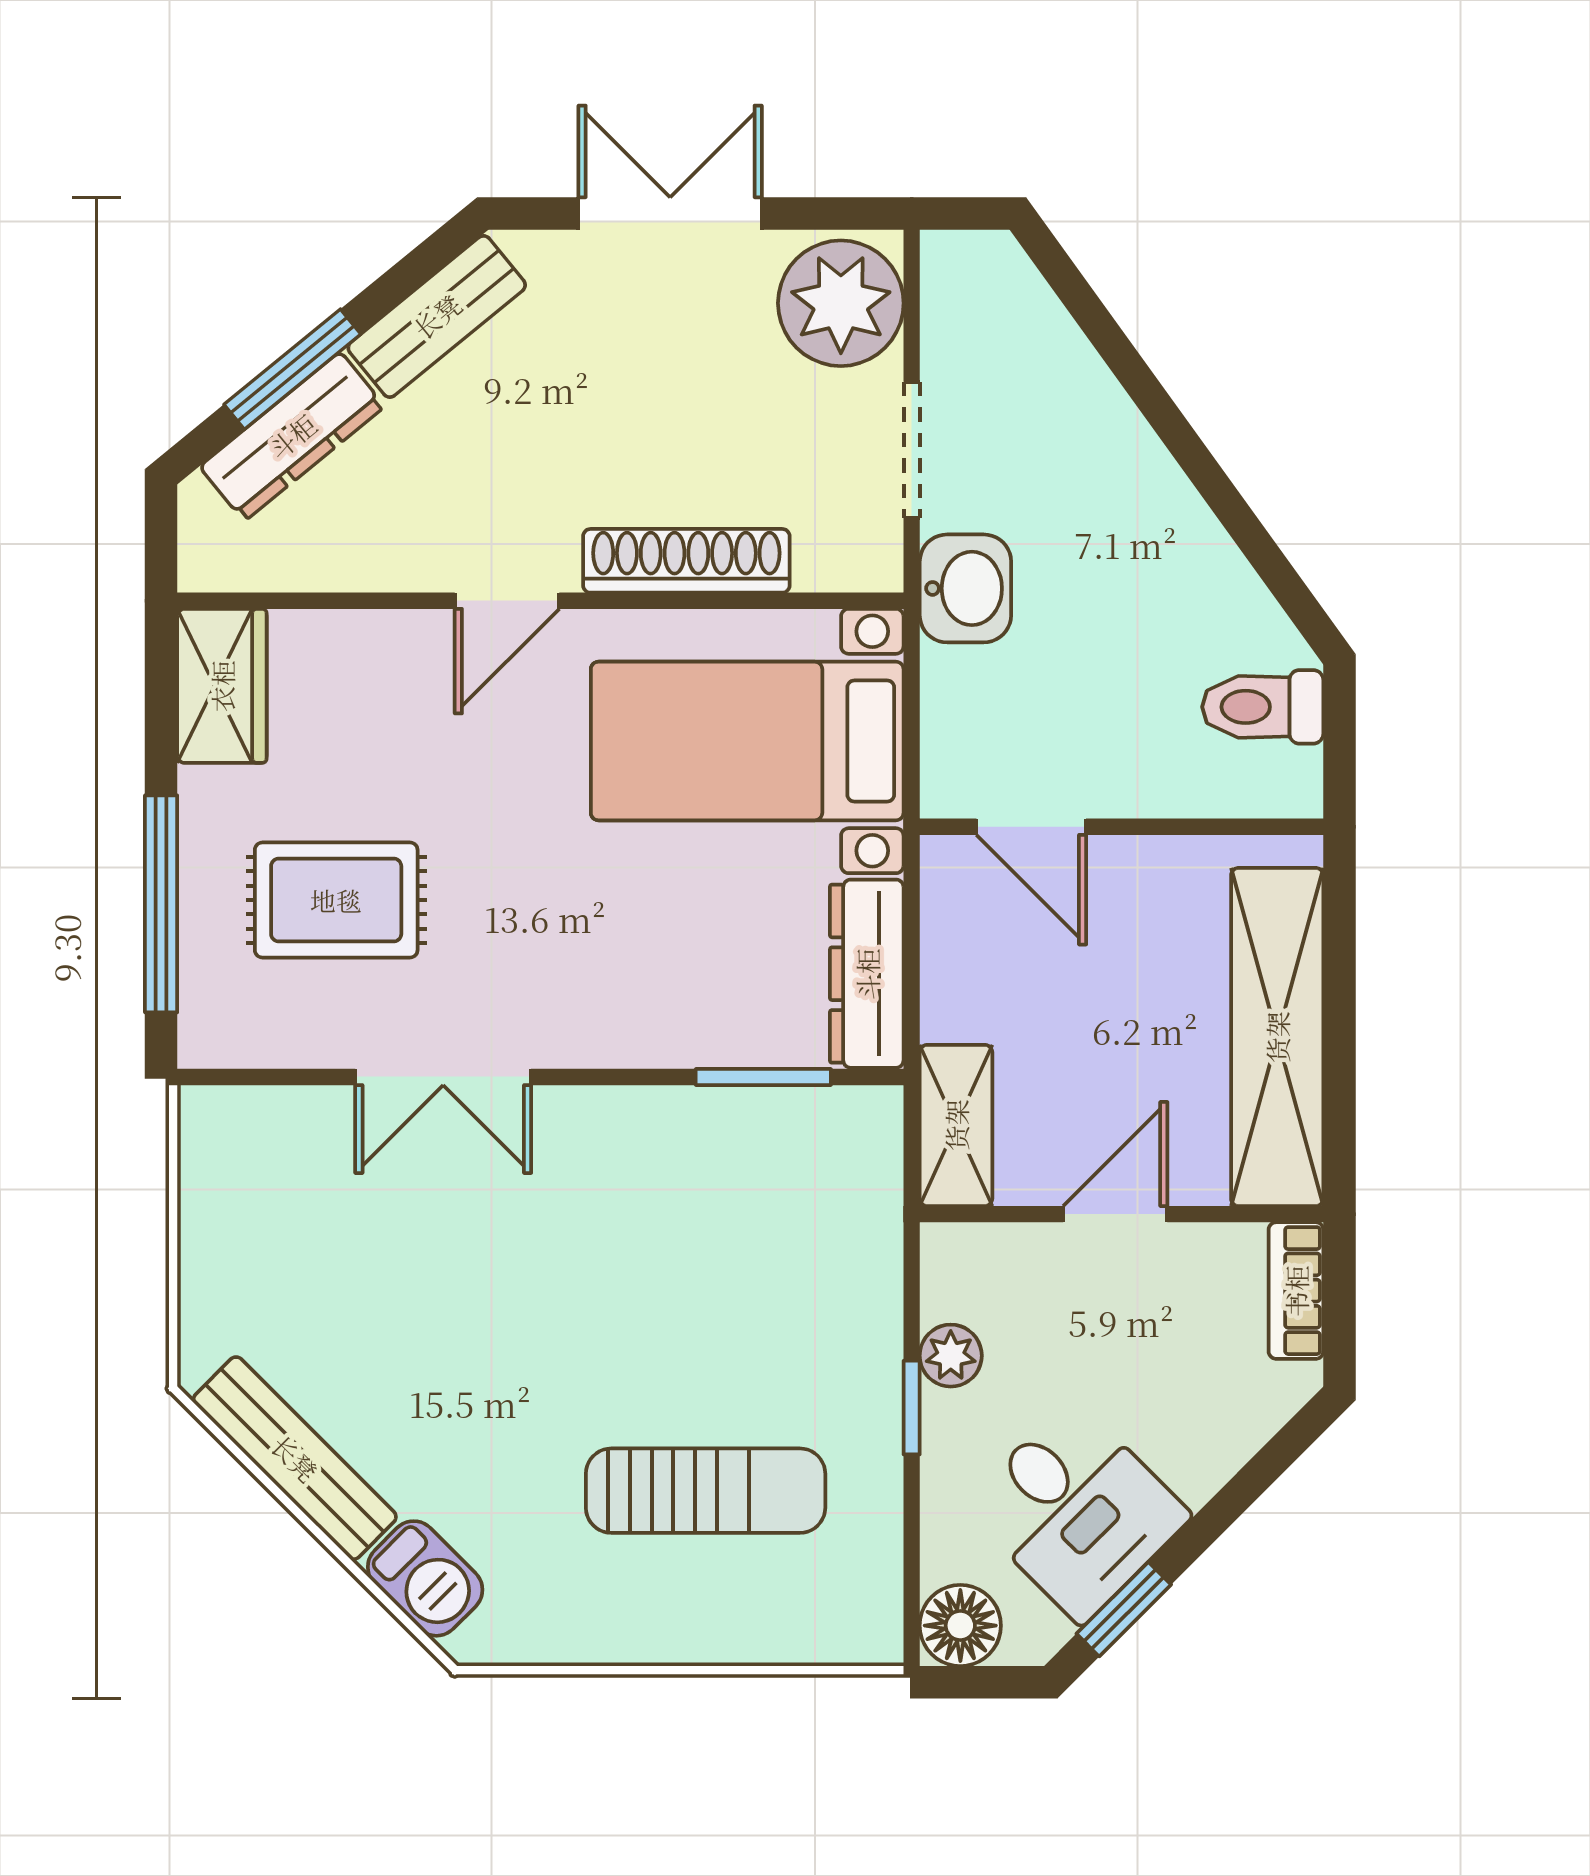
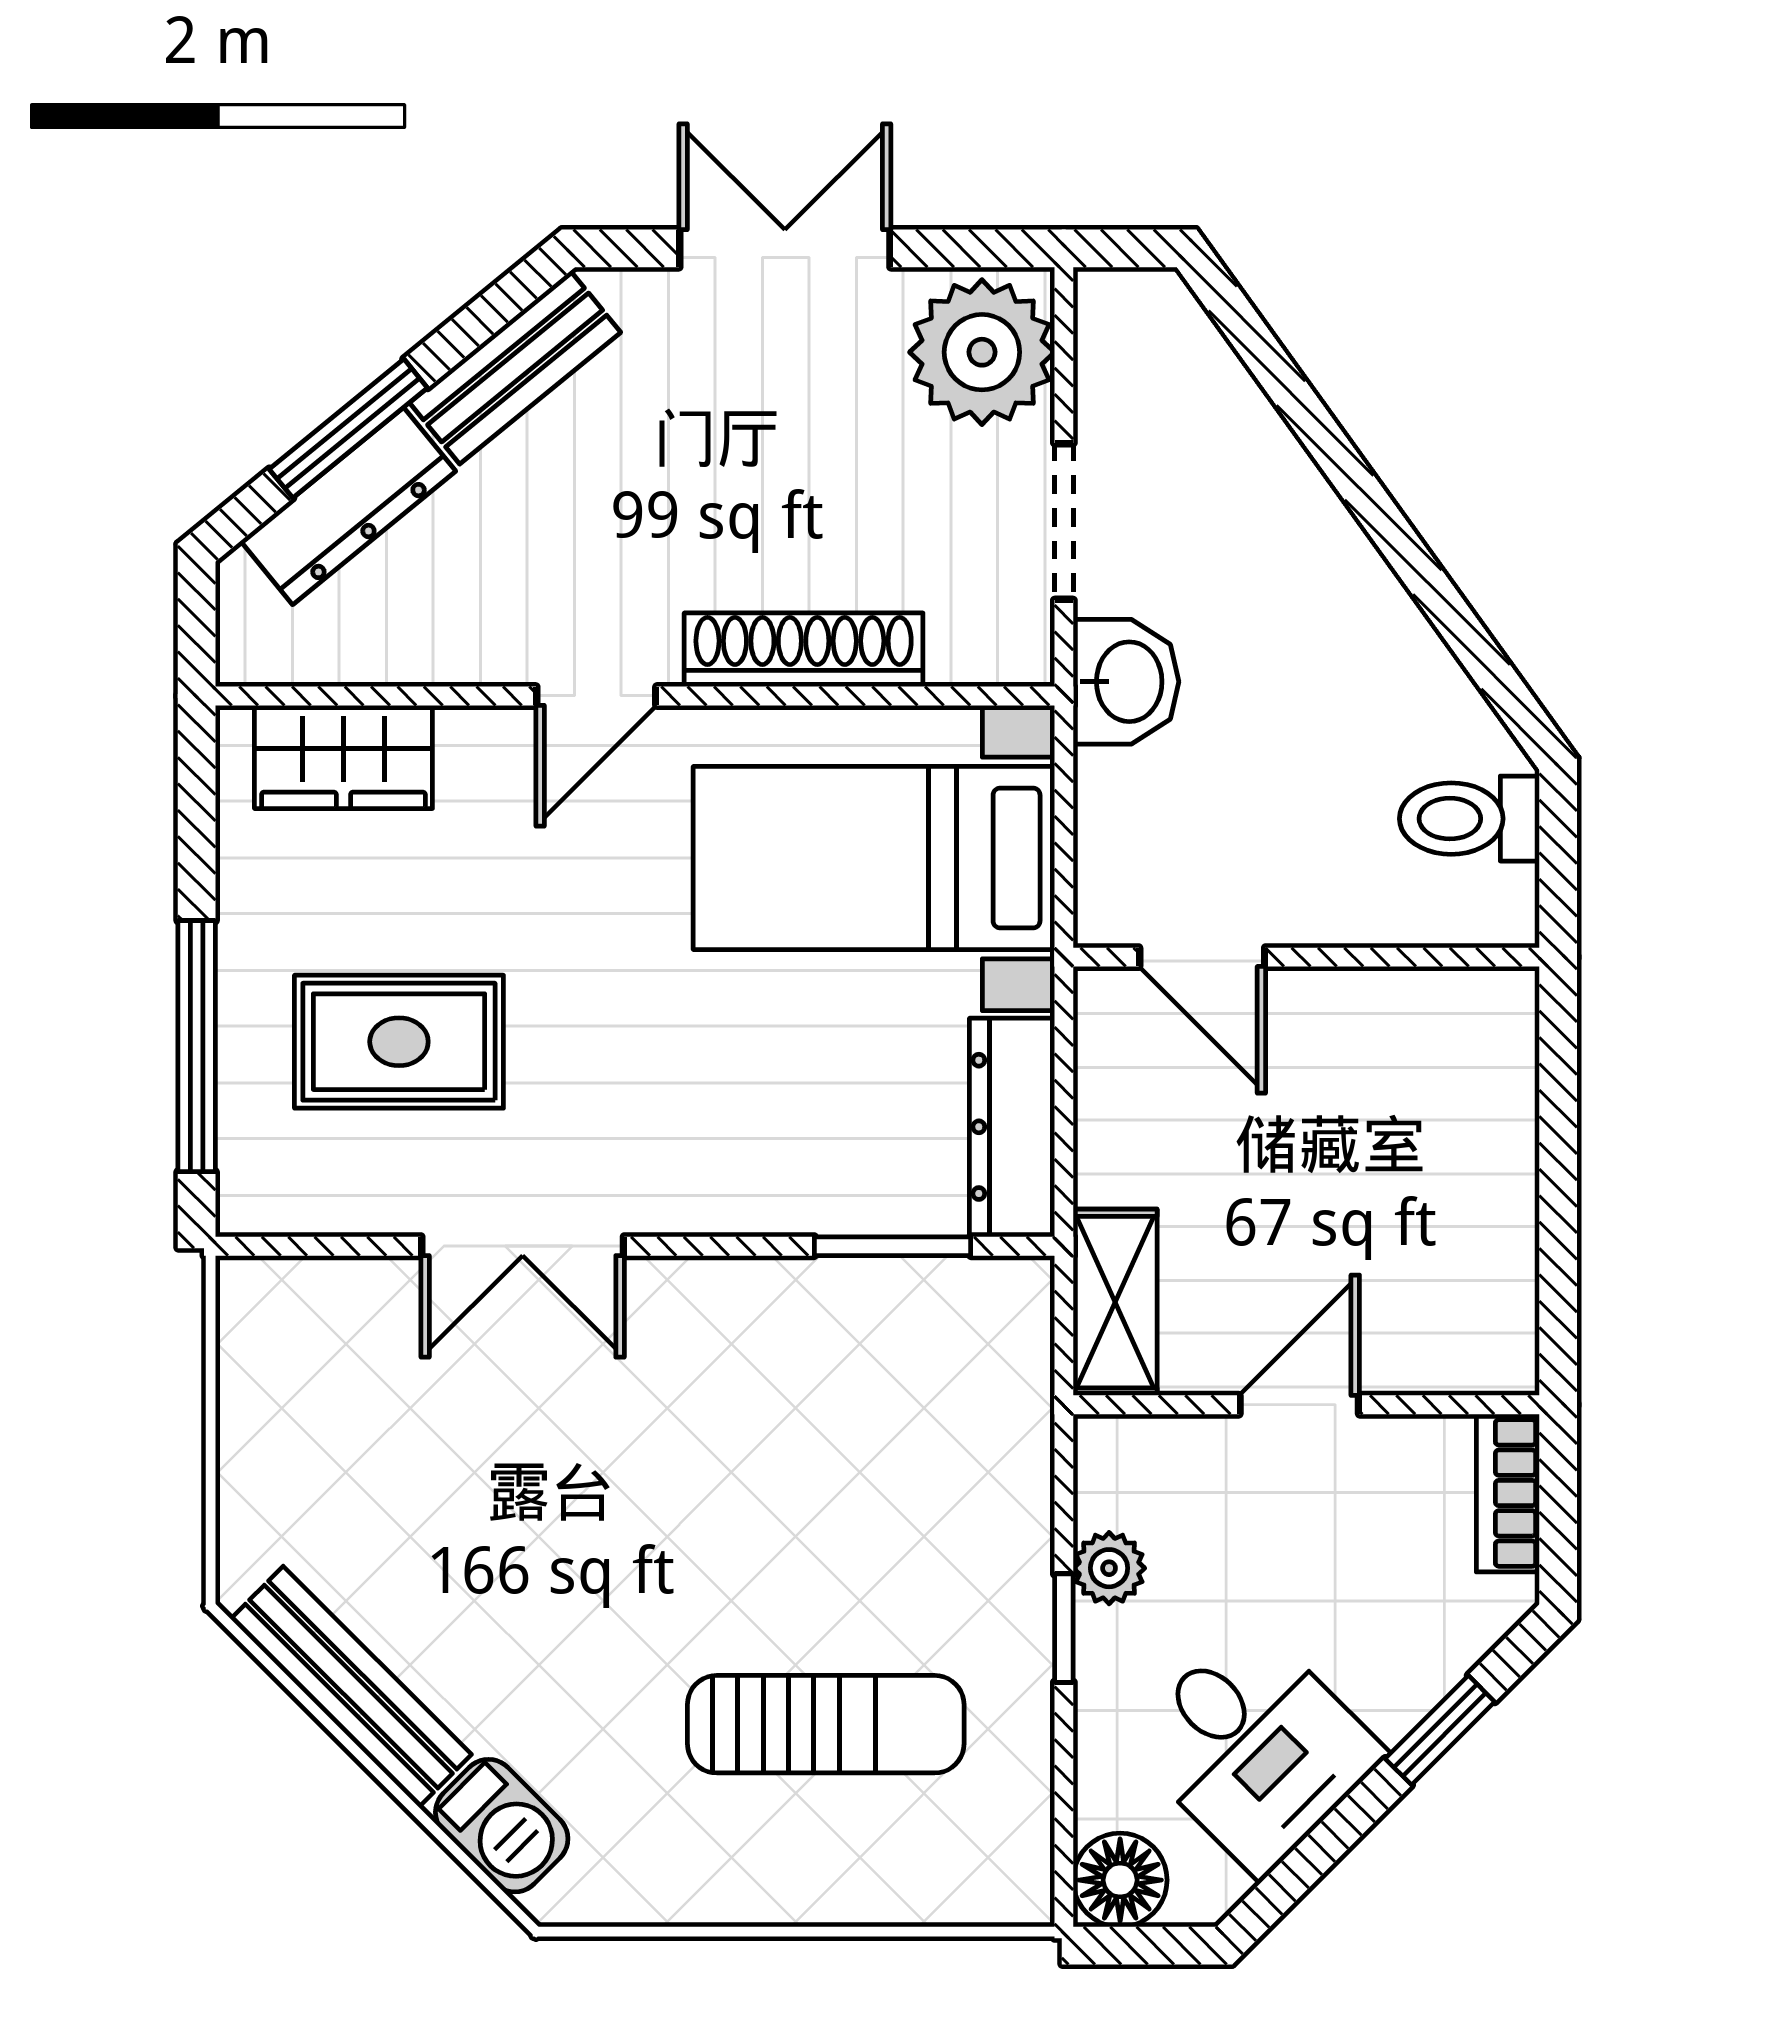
wardrobe: (222, 686) -> (343, 757), moved, turned 90
shelving: (1277, 1037) -> (1486, 1200), removed
window: (1124, 1609) -> (1440, 1730), moved

